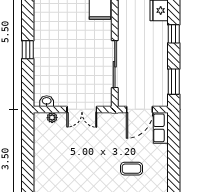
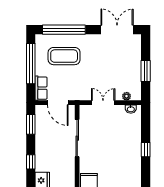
door: (140, 109) -> (58, 103), swing flipped
window: (28, 150) -> (146, 71), added
window: (174, 159) -> (31, 64), added
coffee table: (131, 169) -> (64, 56), width x1.86, depth x1.72

